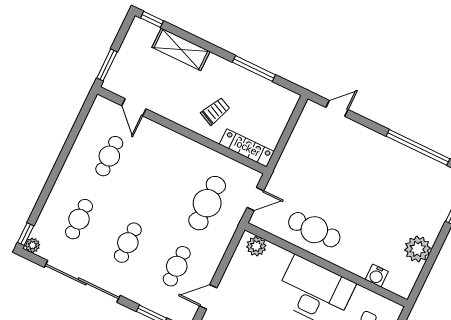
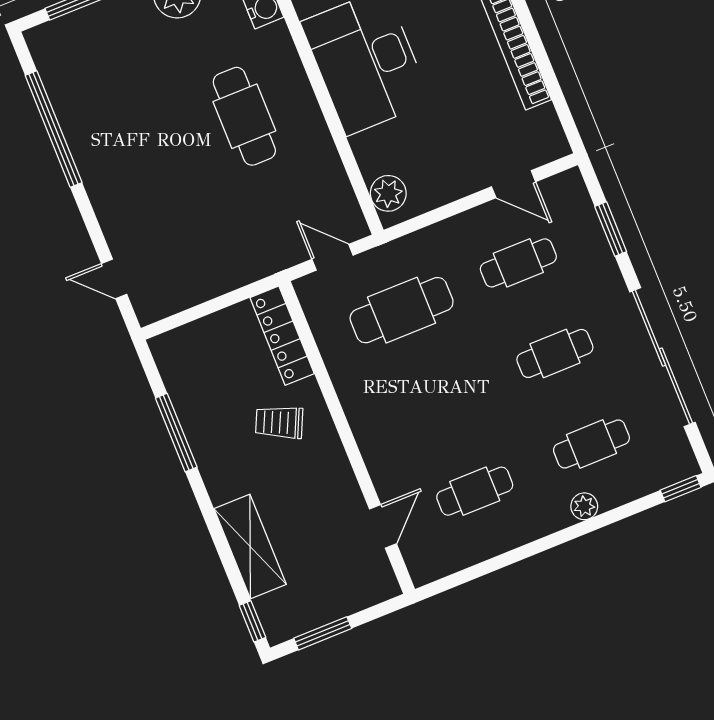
window: (107, 65) -> (323, 633), moved
cafe table: (314, 230) -> (244, 116), moved
plant: (32, 245) -> (584, 506), moved

